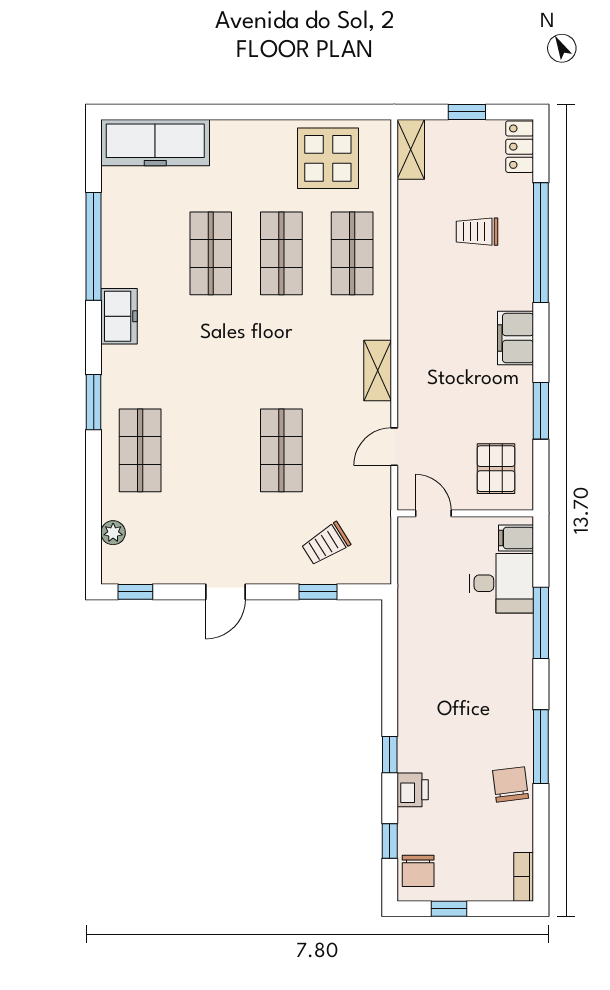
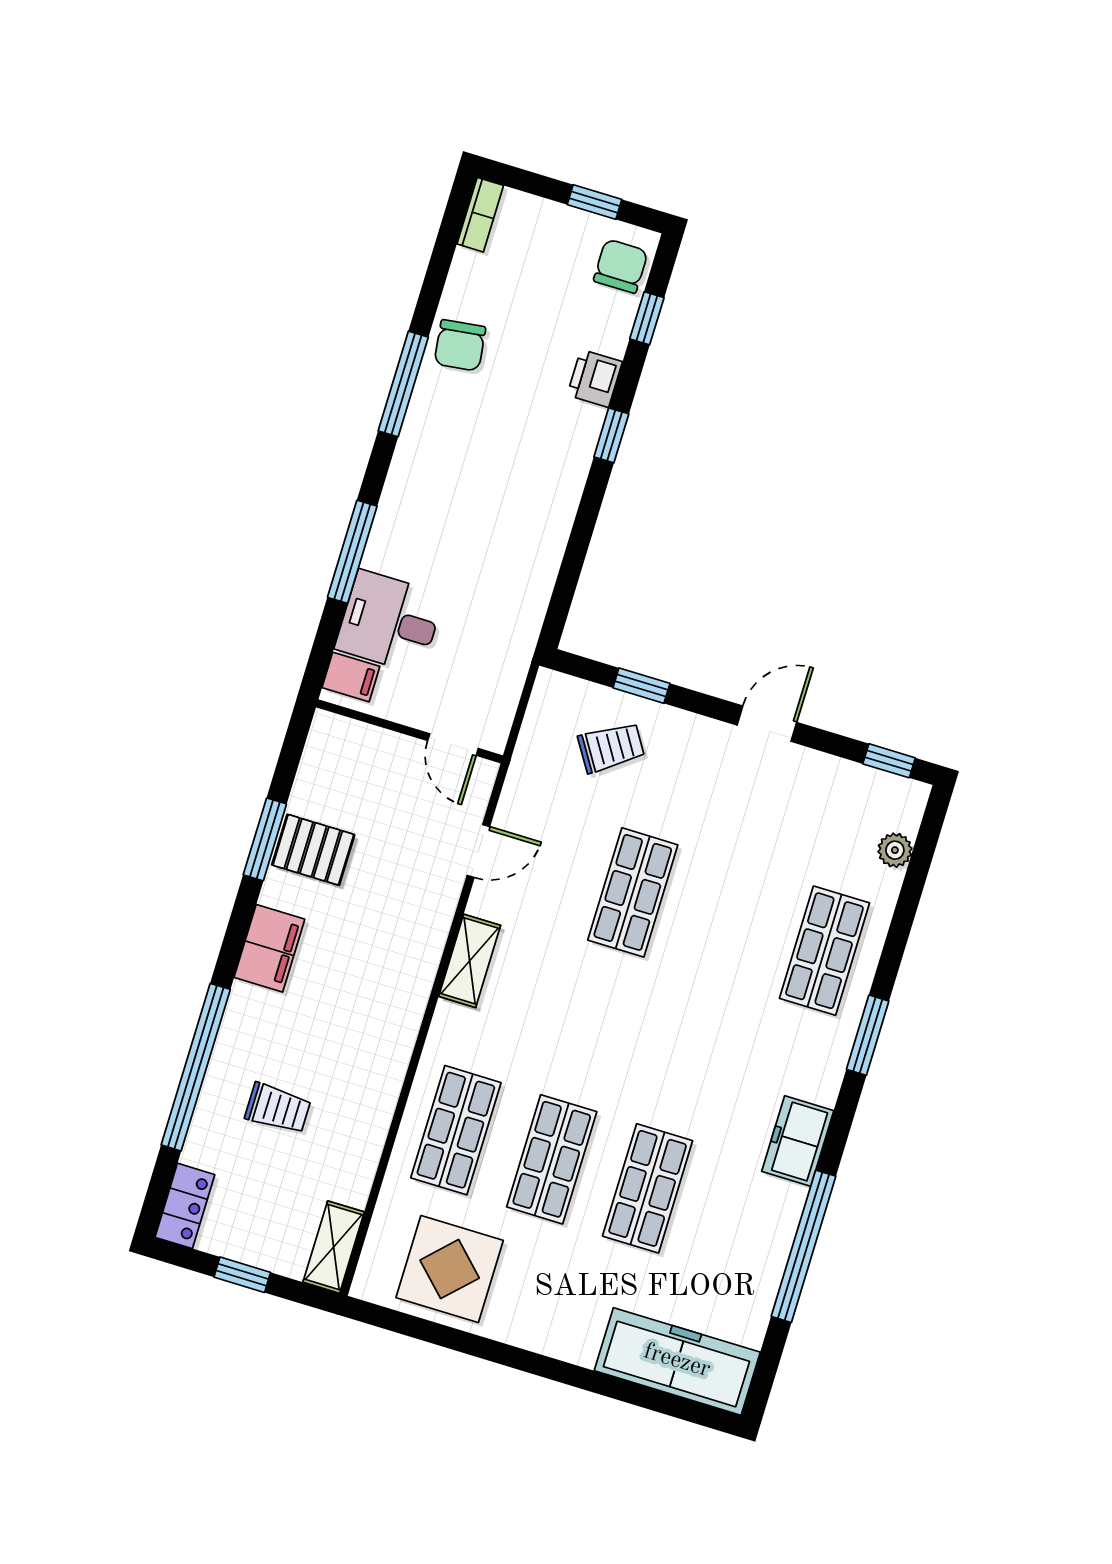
pallet: (496, 469) -> (313, 850), moved, turned 90

